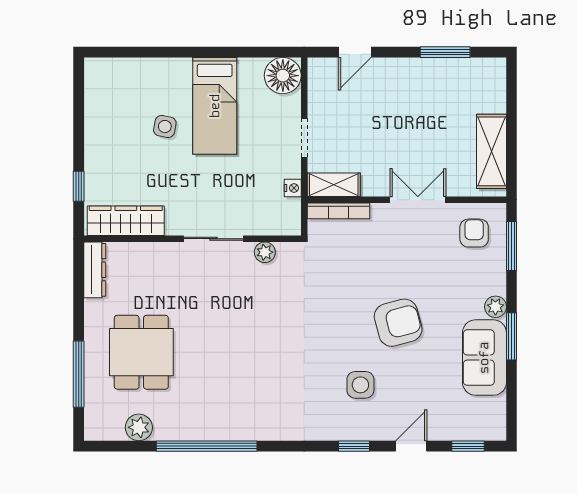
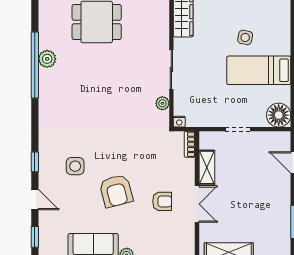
shelving: (334, 185) -> (207, 167), moved
nightstand: (293, 188) -> (179, 122), moved
bookcase: (338, 211) -> (190, 144), width x0.64
armchair: (474, 233) -> (162, 201), moved
plant: (139, 427) -> (47, 59), moved

